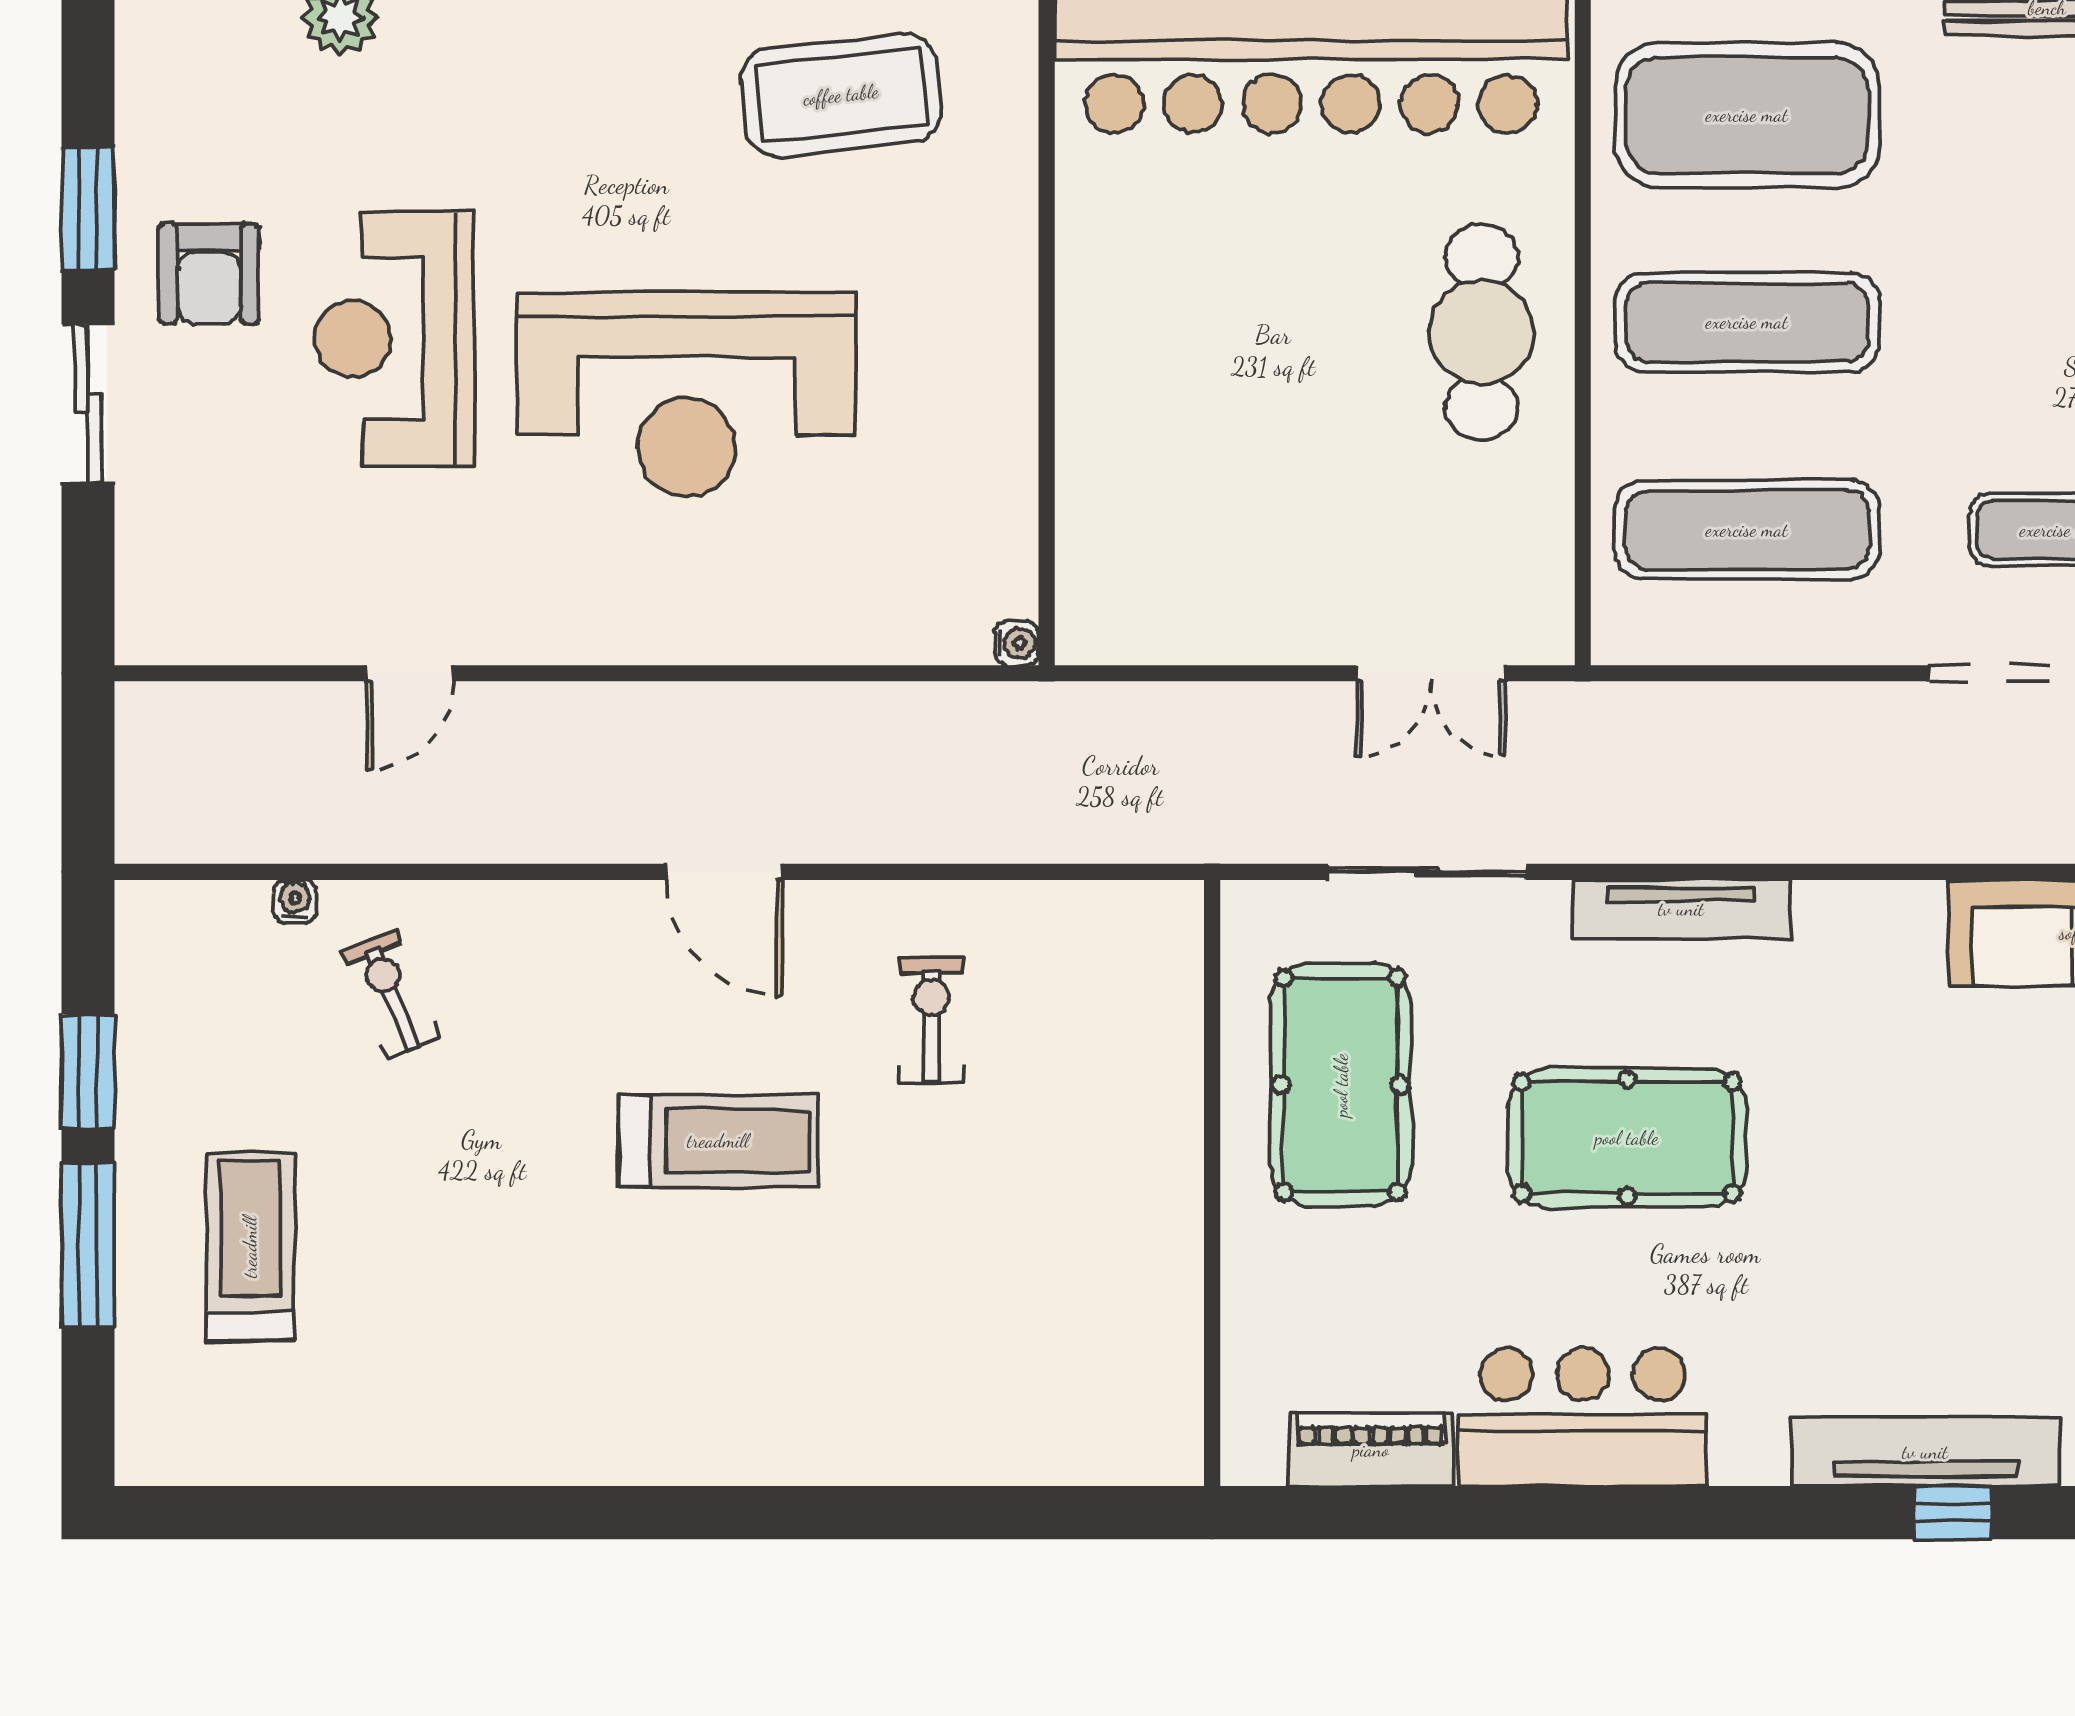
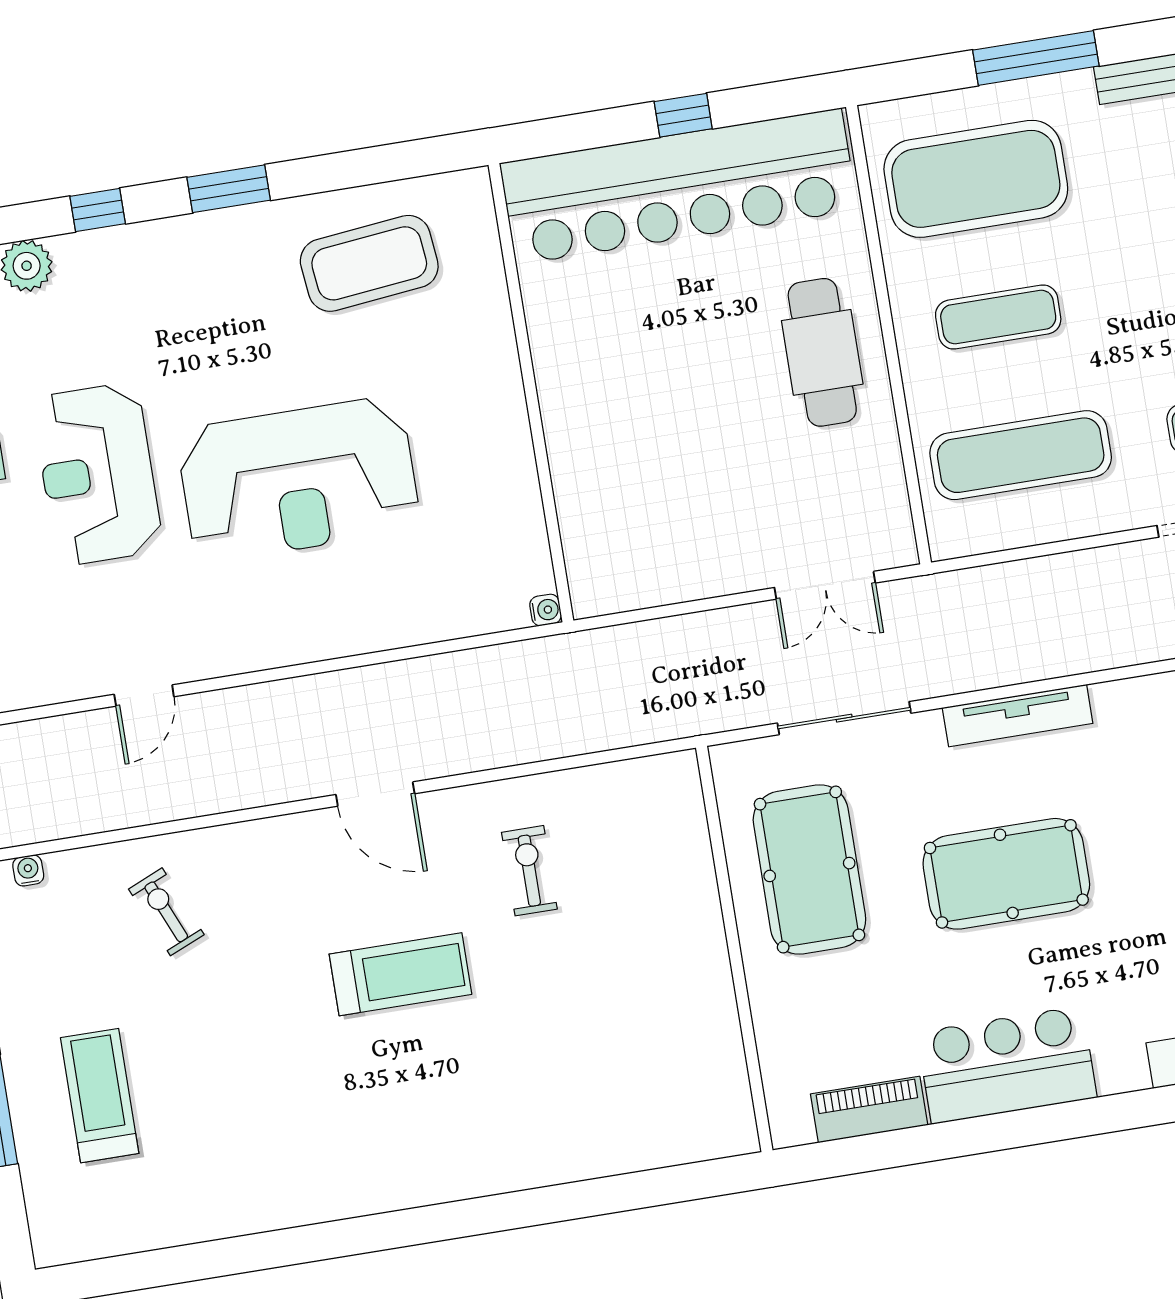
exercise mat: (1747, 322) -> (998, 317), width x0.73, depth x0.69
water cooler: (295, 901) -> (28, 870), moved

